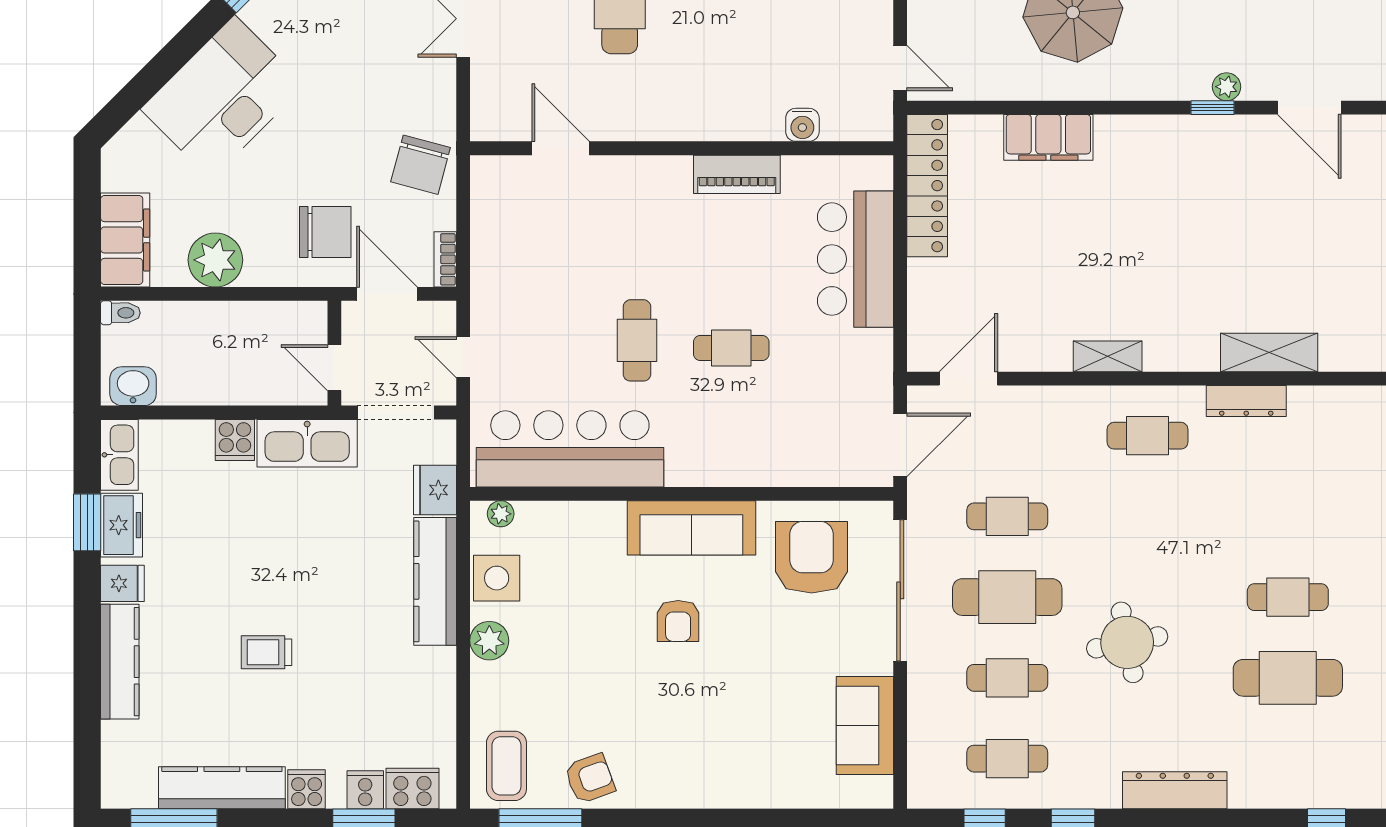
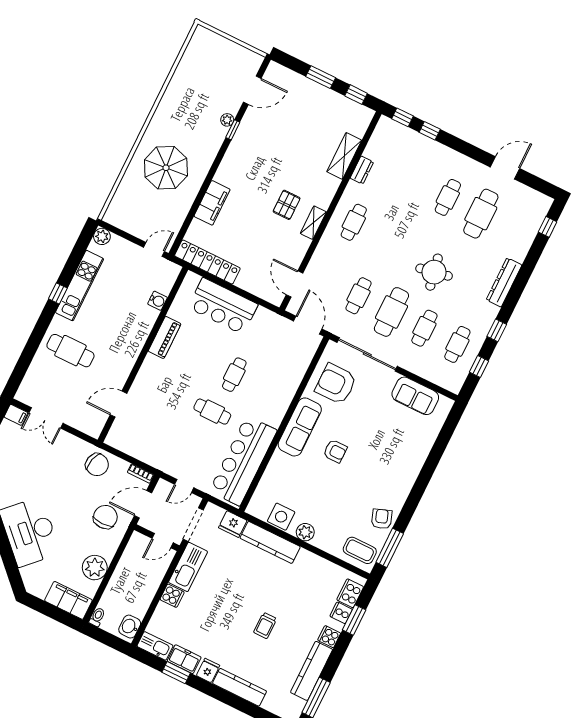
pallet: (1117, 286) -> (287, 205), added
dresser: (1246, 401) -> (362, 170), width x0.70
plant: (501, 514) -> (256, 502), removed

